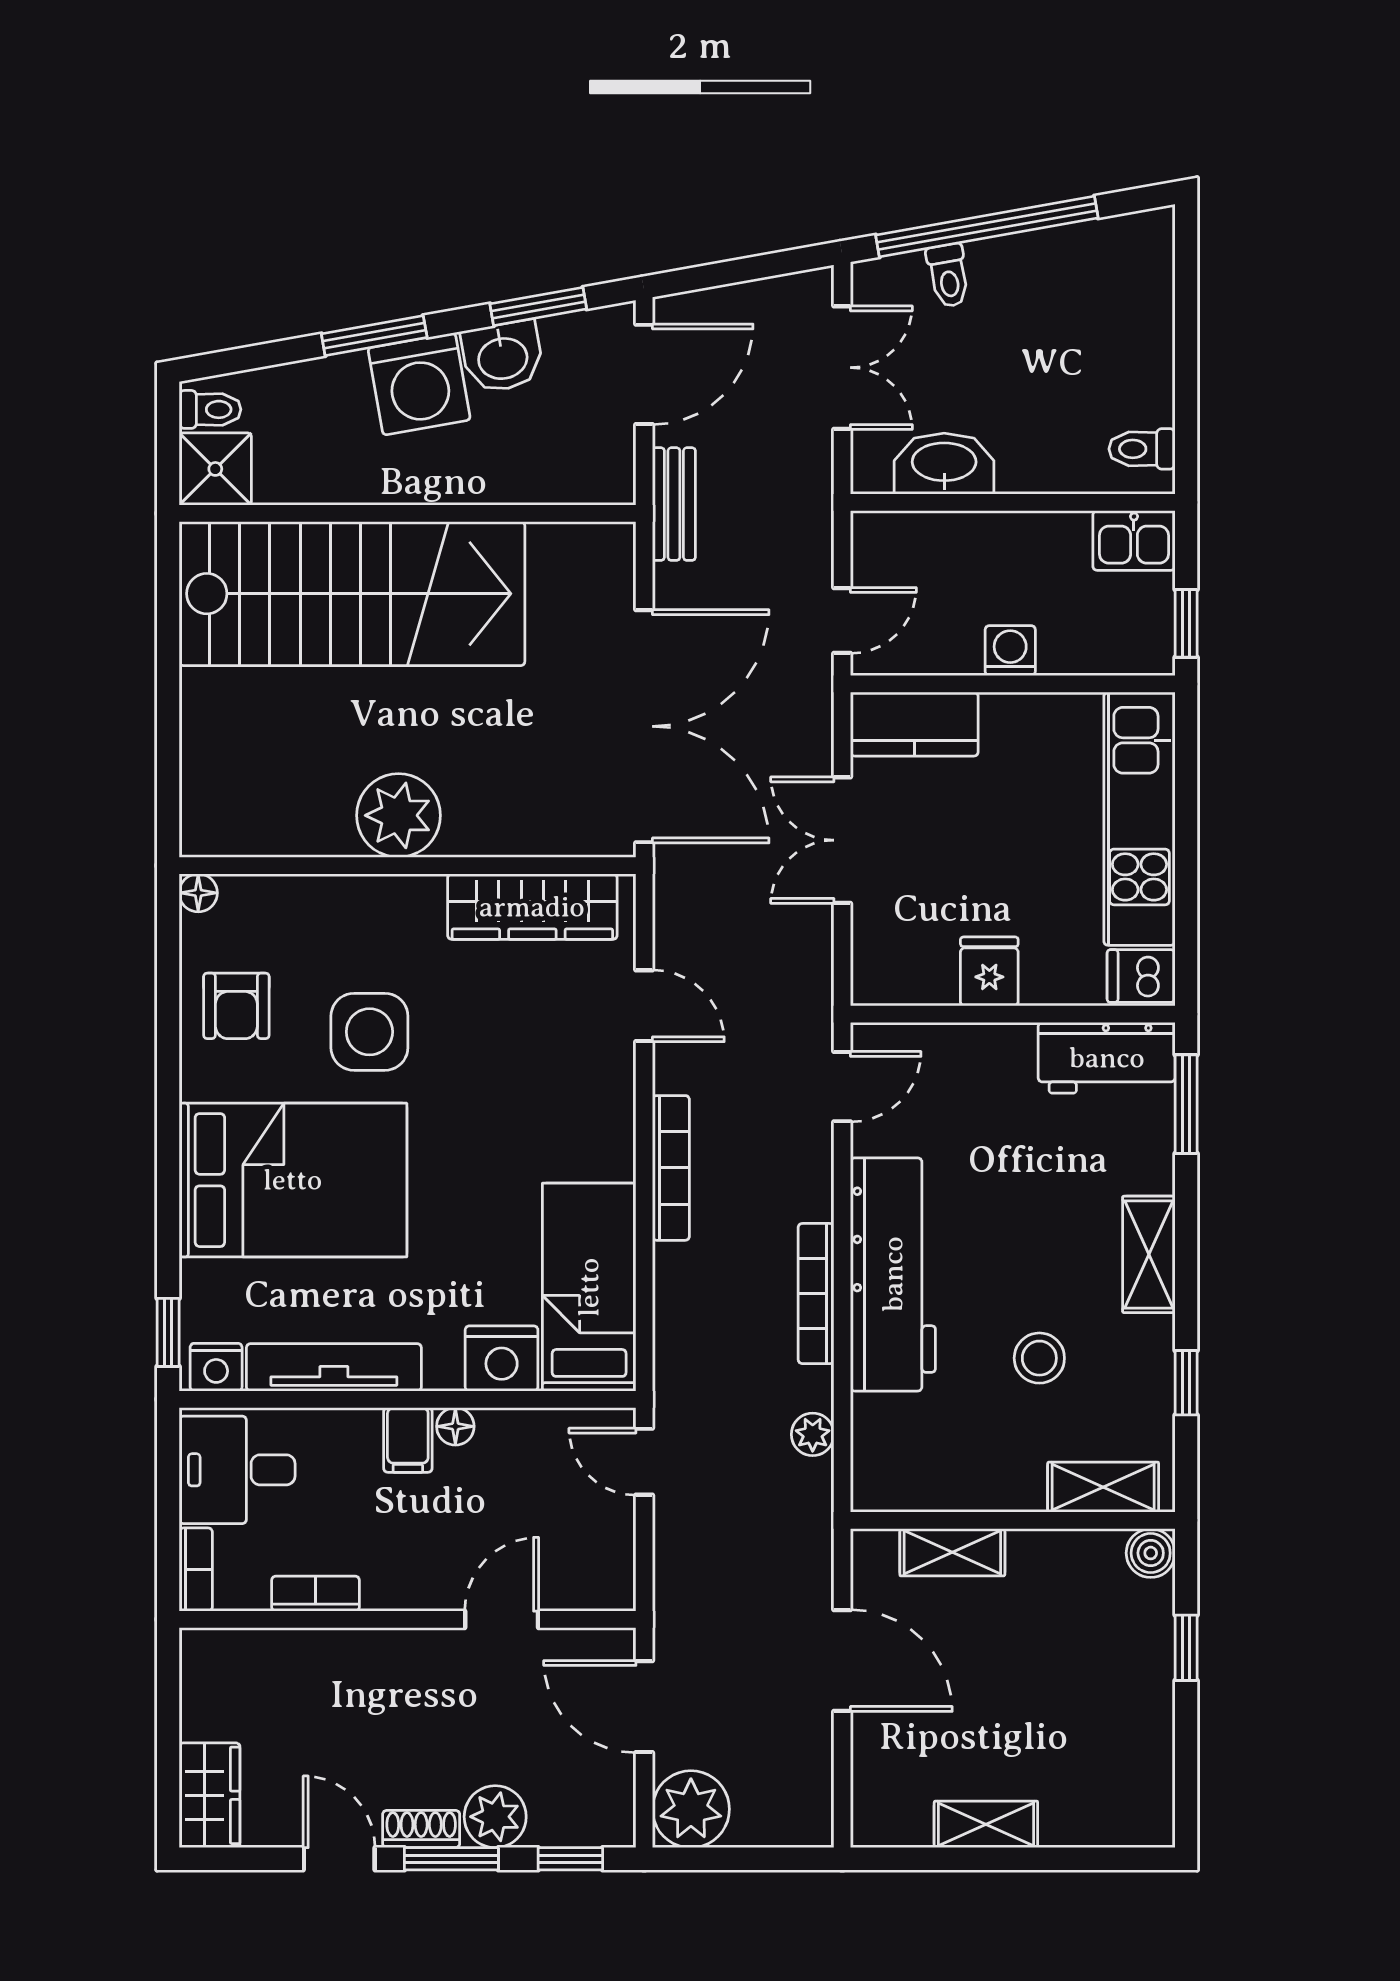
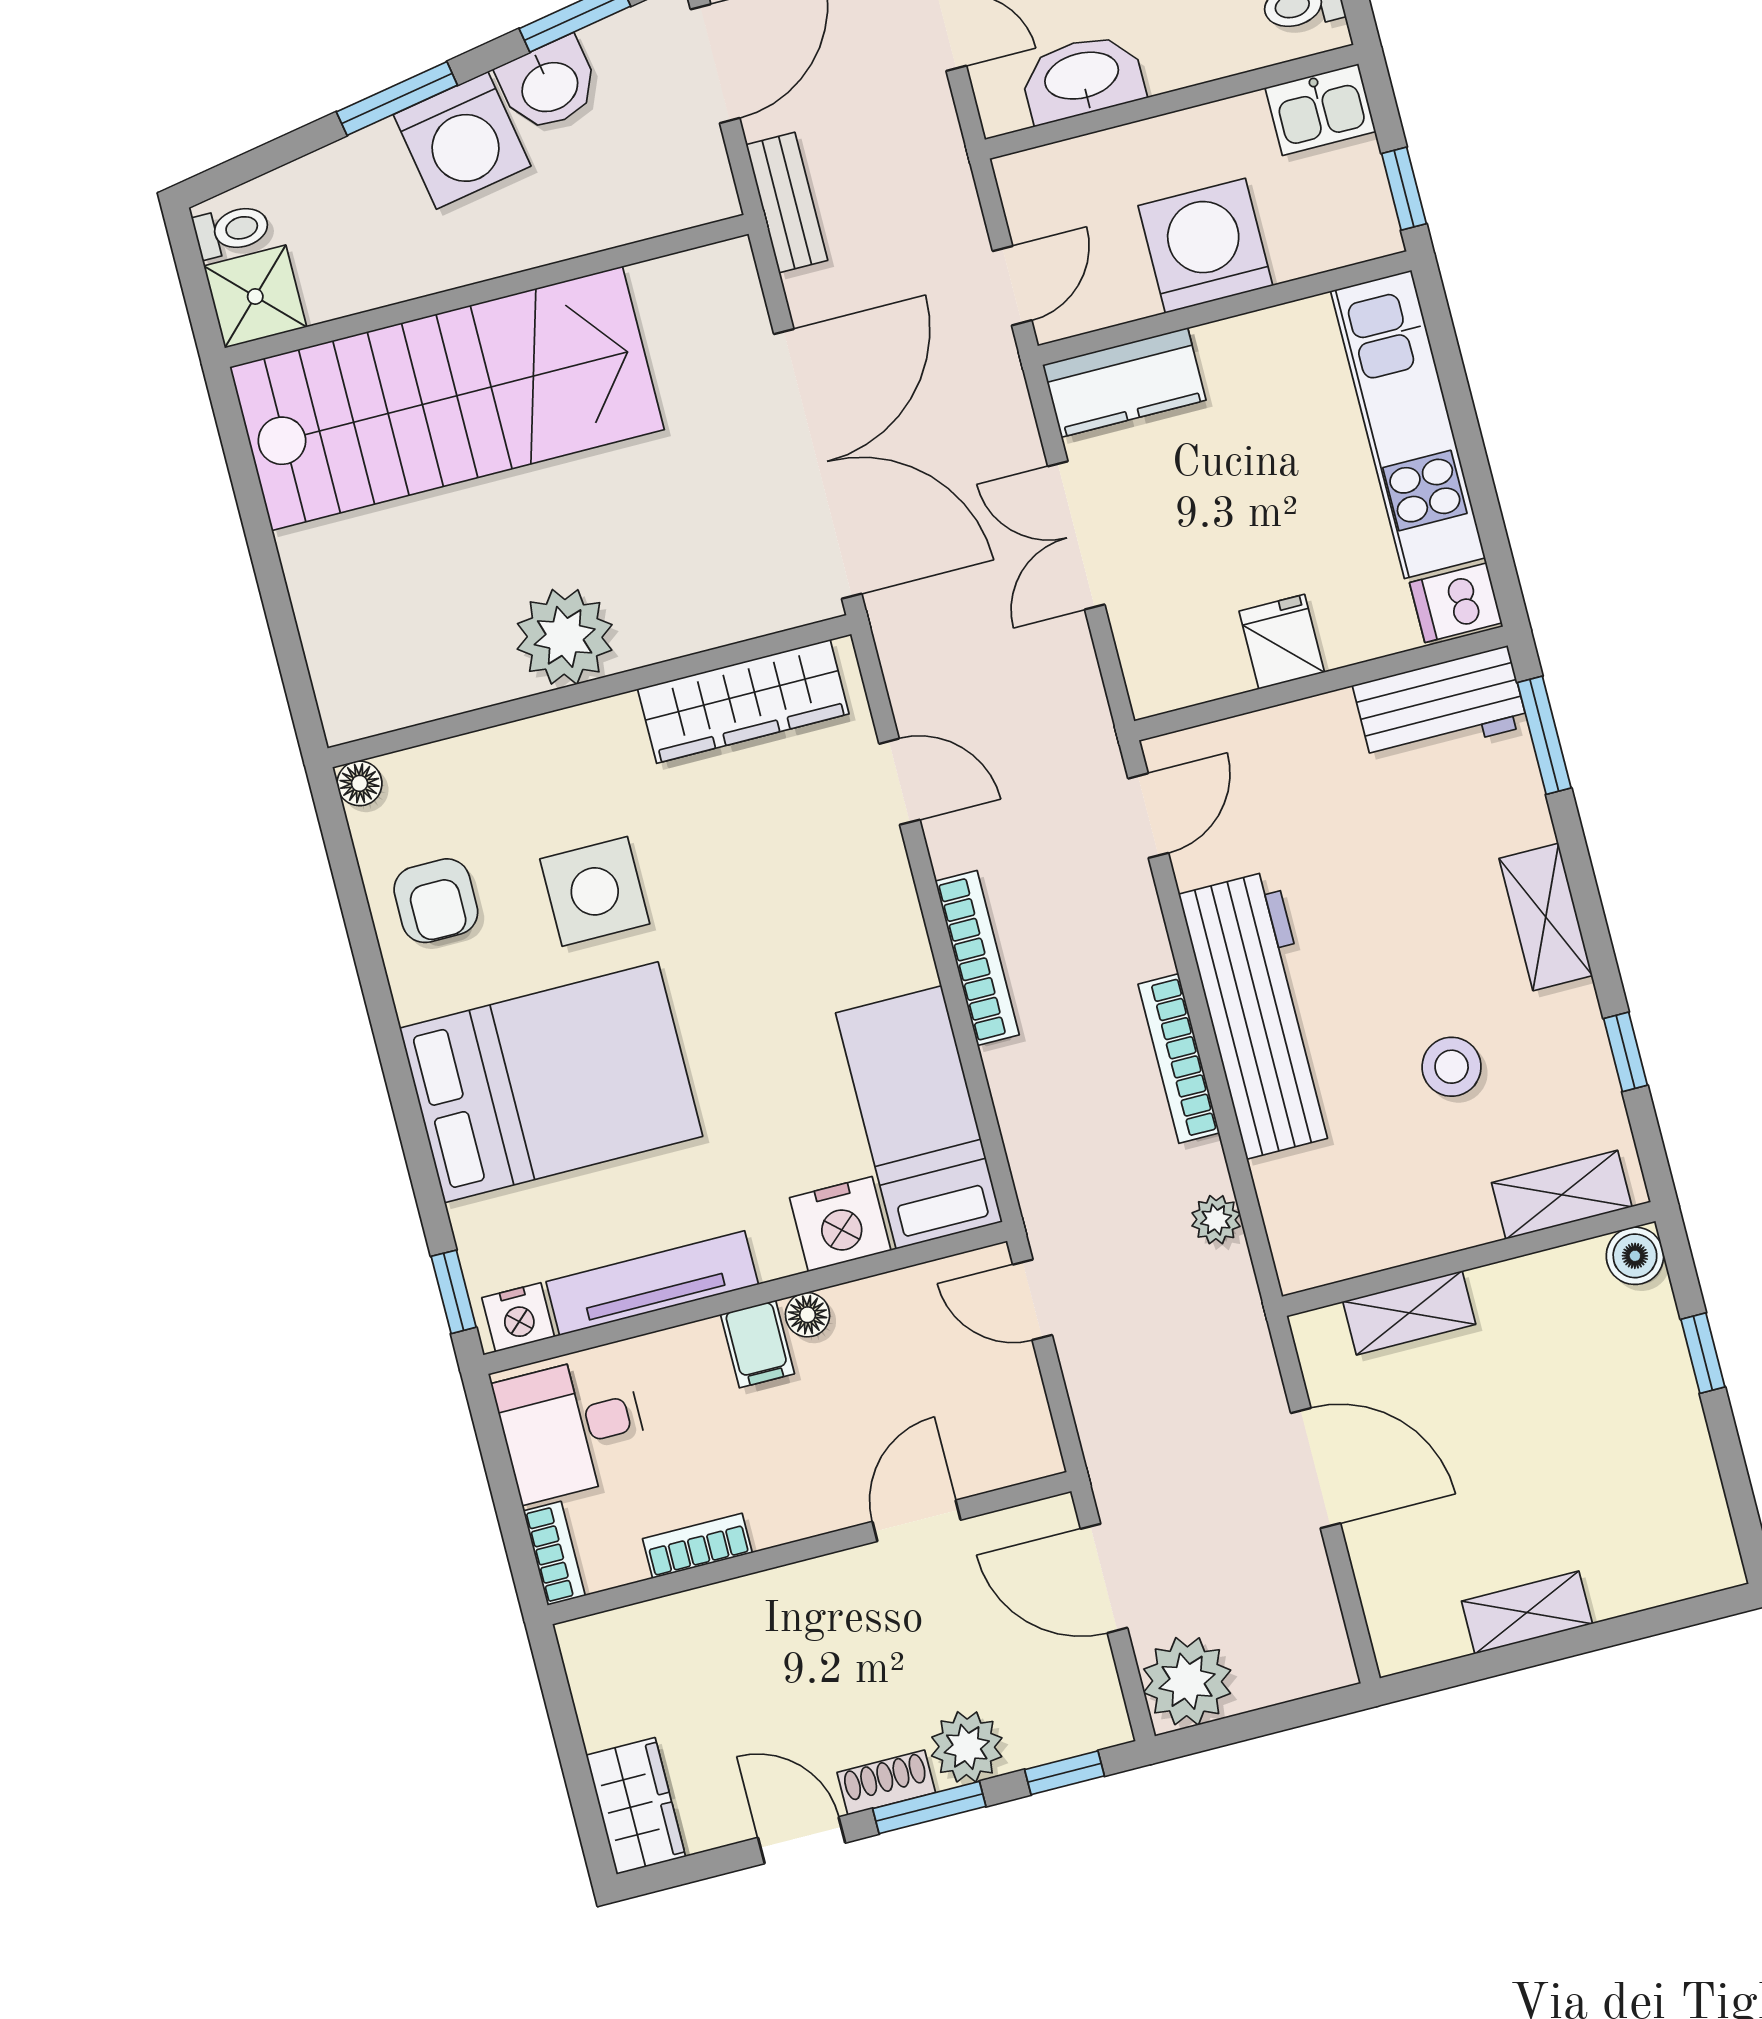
washing machine: (1010, 651) -> (1205, 246), width x1.89, depth x1.89

